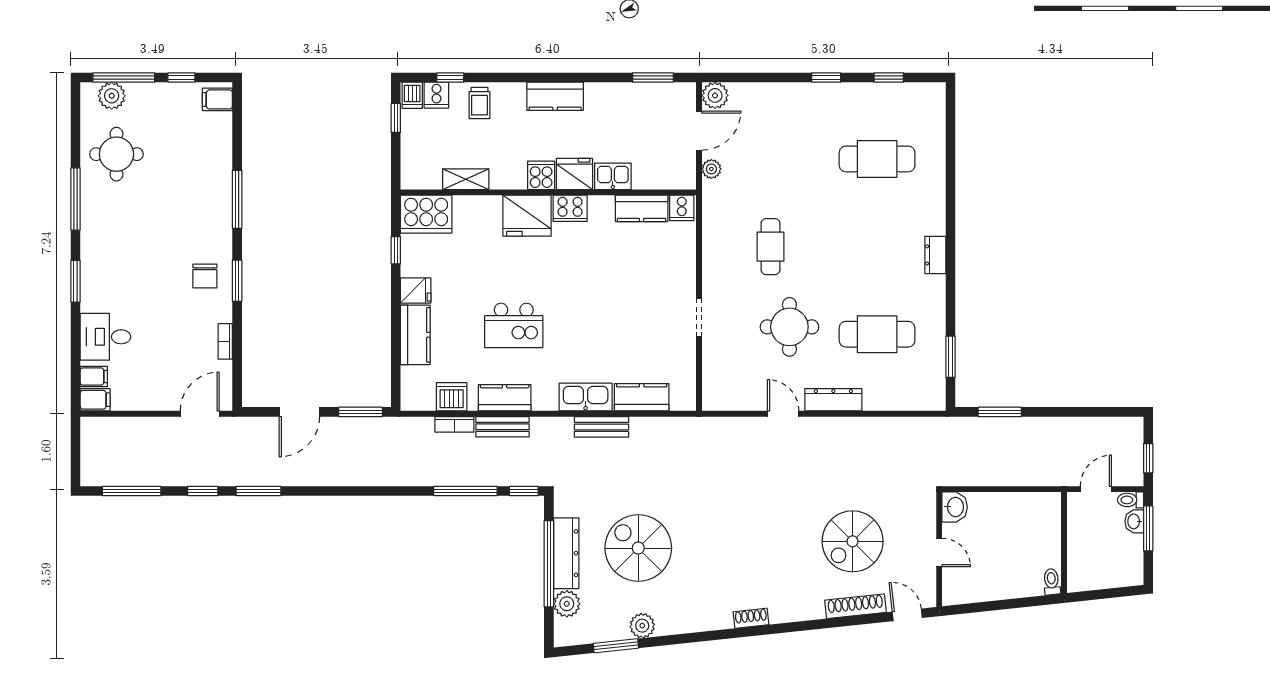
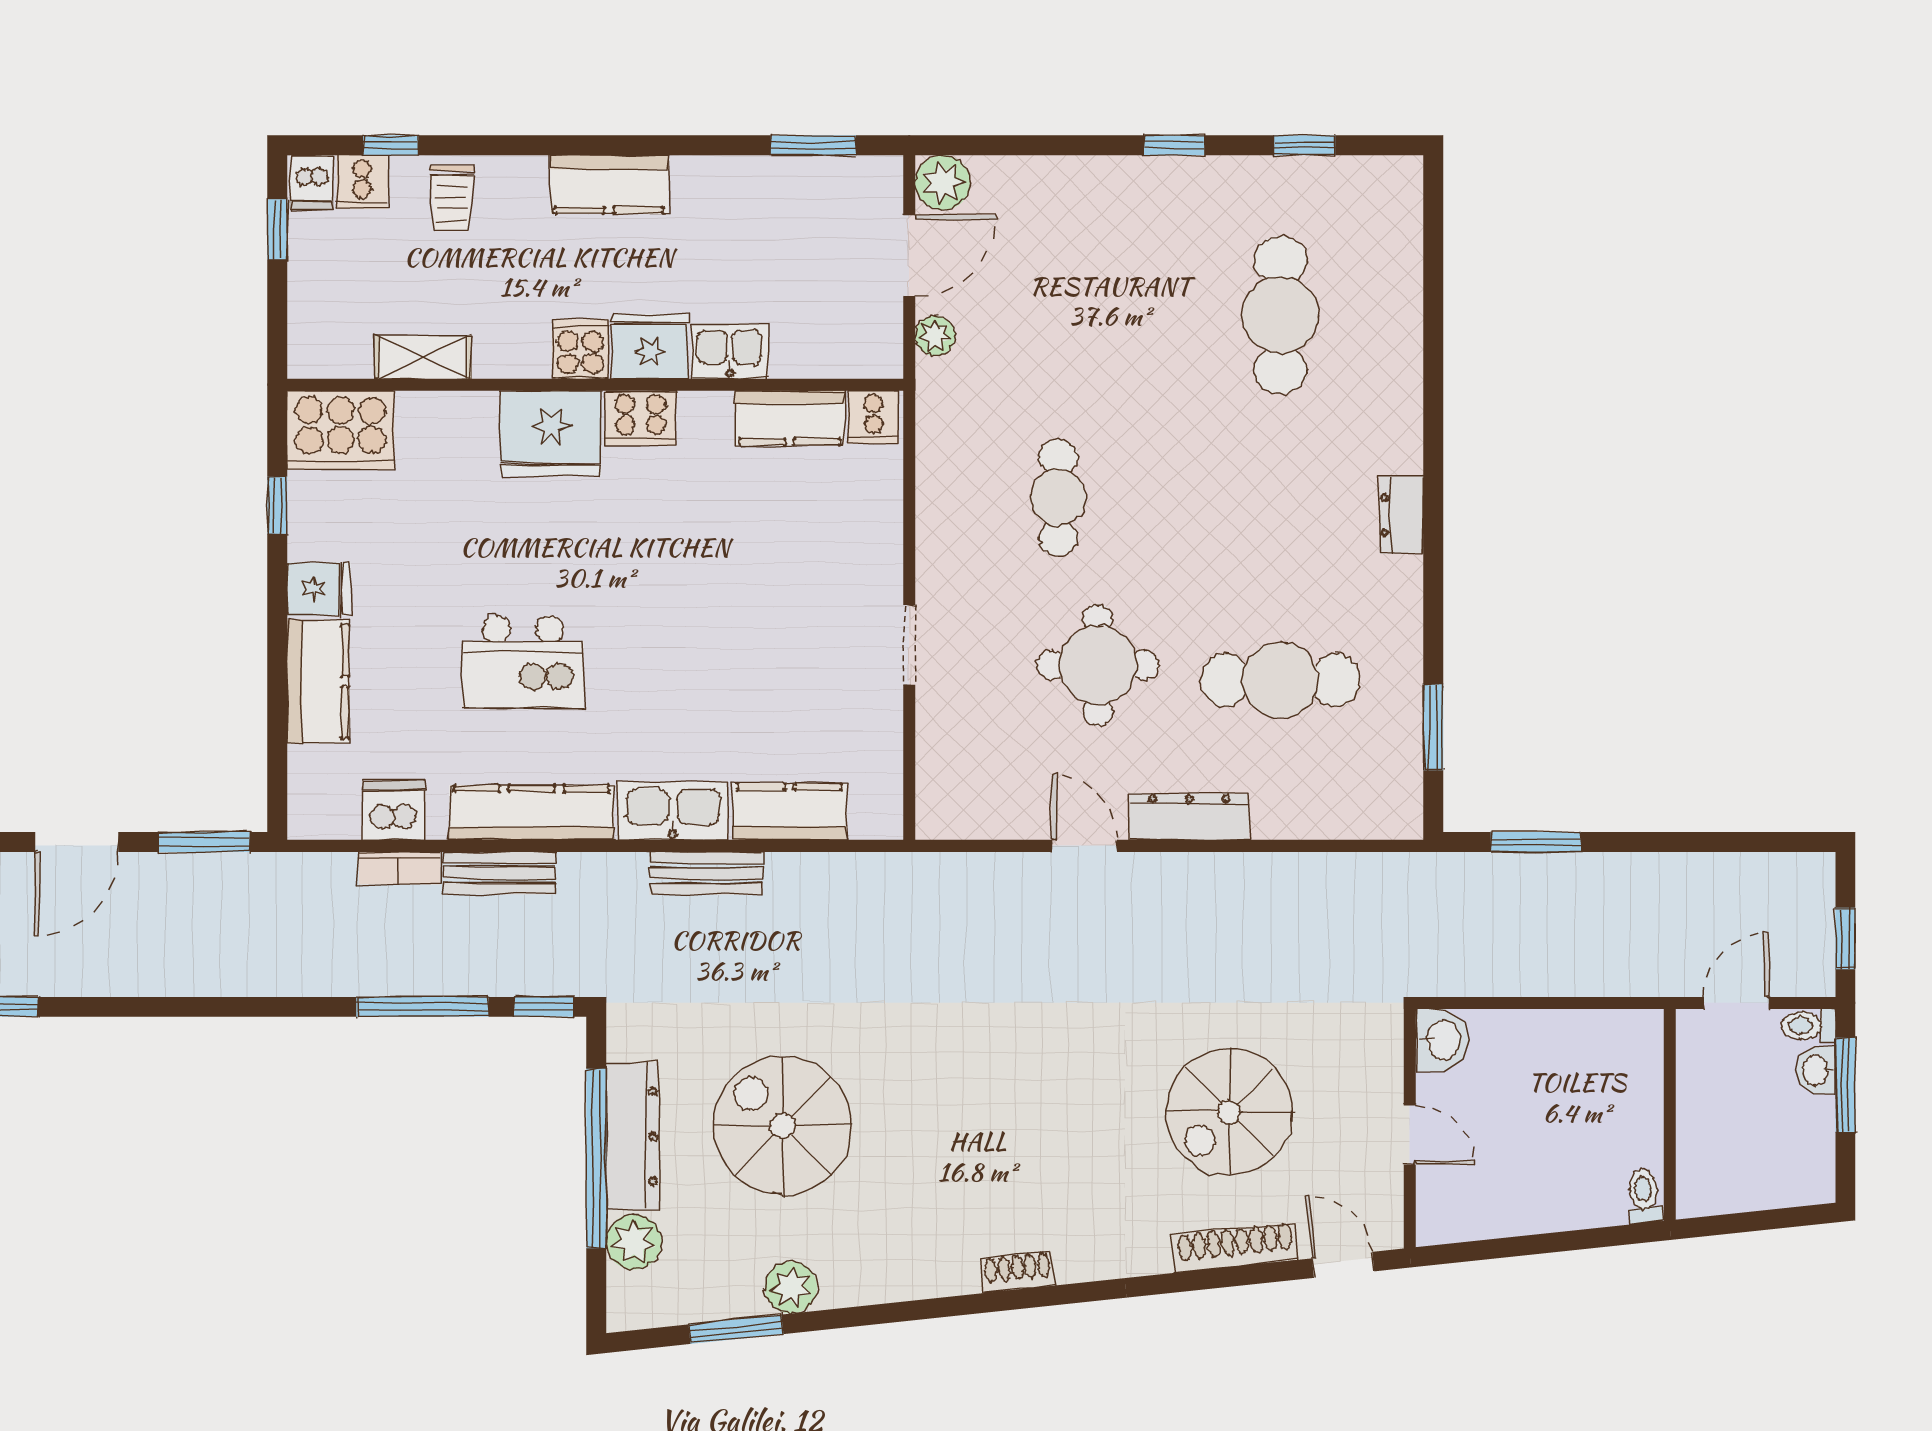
cafe table: (877, 159) -> (1280, 315), turned 90
kitchen counter: (505, 398) -> (532, 813), width x1.50

